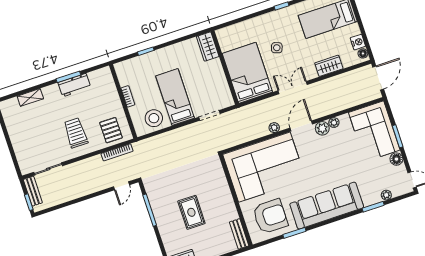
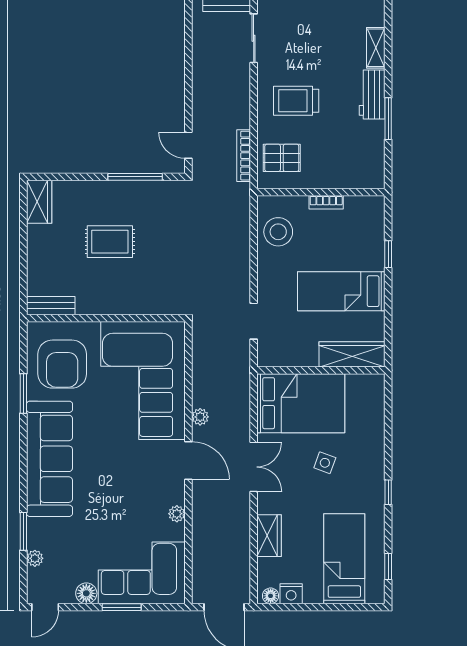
wardrobe: (208, 47) -> (352, 354), width x1.50
workbench: (74, 85) -> (372, 94), moved
bed: (175, 97) -> (341, 291), moved, turned 180
plant: (322, 128) -> (174, 492), removed
trolley: (76, 133) -> (296, 101), turned 180

